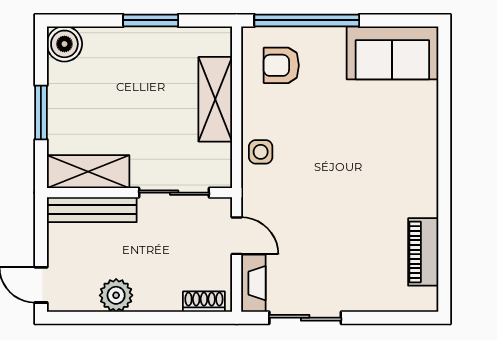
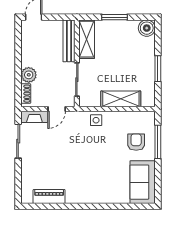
window: (307, 20) -> (158, 142), width x0.68
armchair: (281, 65) -> (136, 142), moved
plant: (116, 295) -> (29, 75), moved

